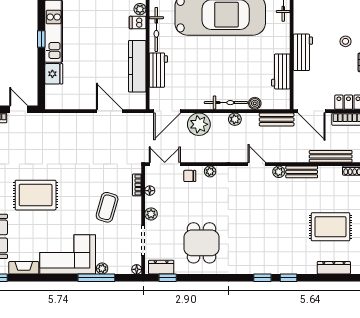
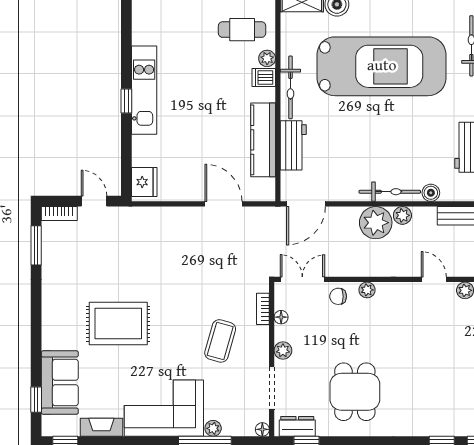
fridge: (54, 74) -> (144, 182), moved
plant: (199, 124) -> (376, 223), moved

